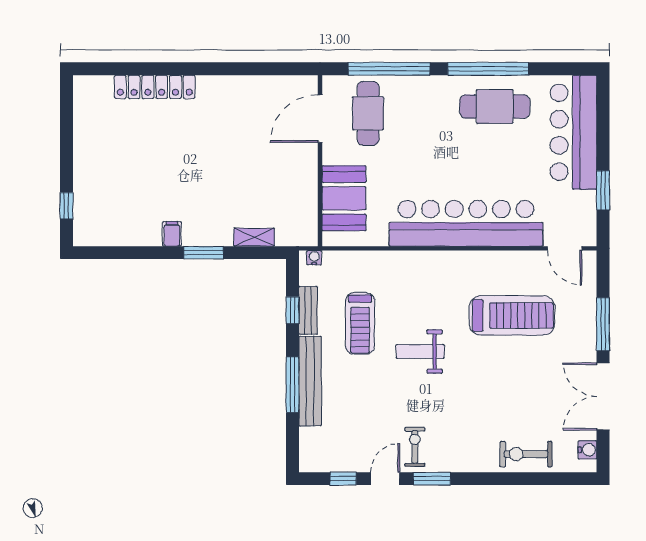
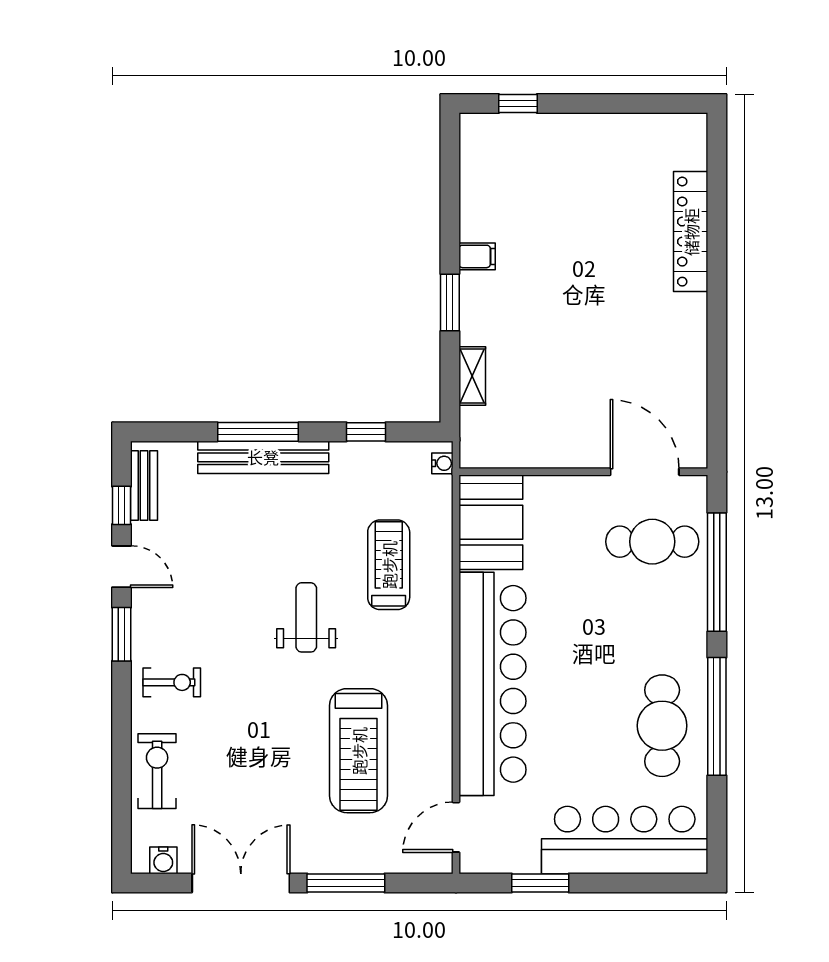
booth: (344, 198) -> (491, 522), moved, turned 90
bench: (308, 310) -> (144, 485), moved, turned 90
treadmill: (360, 323) -> (389, 565), moved, turned 90
exercise bike: (415, 447) -> (172, 682), moved

